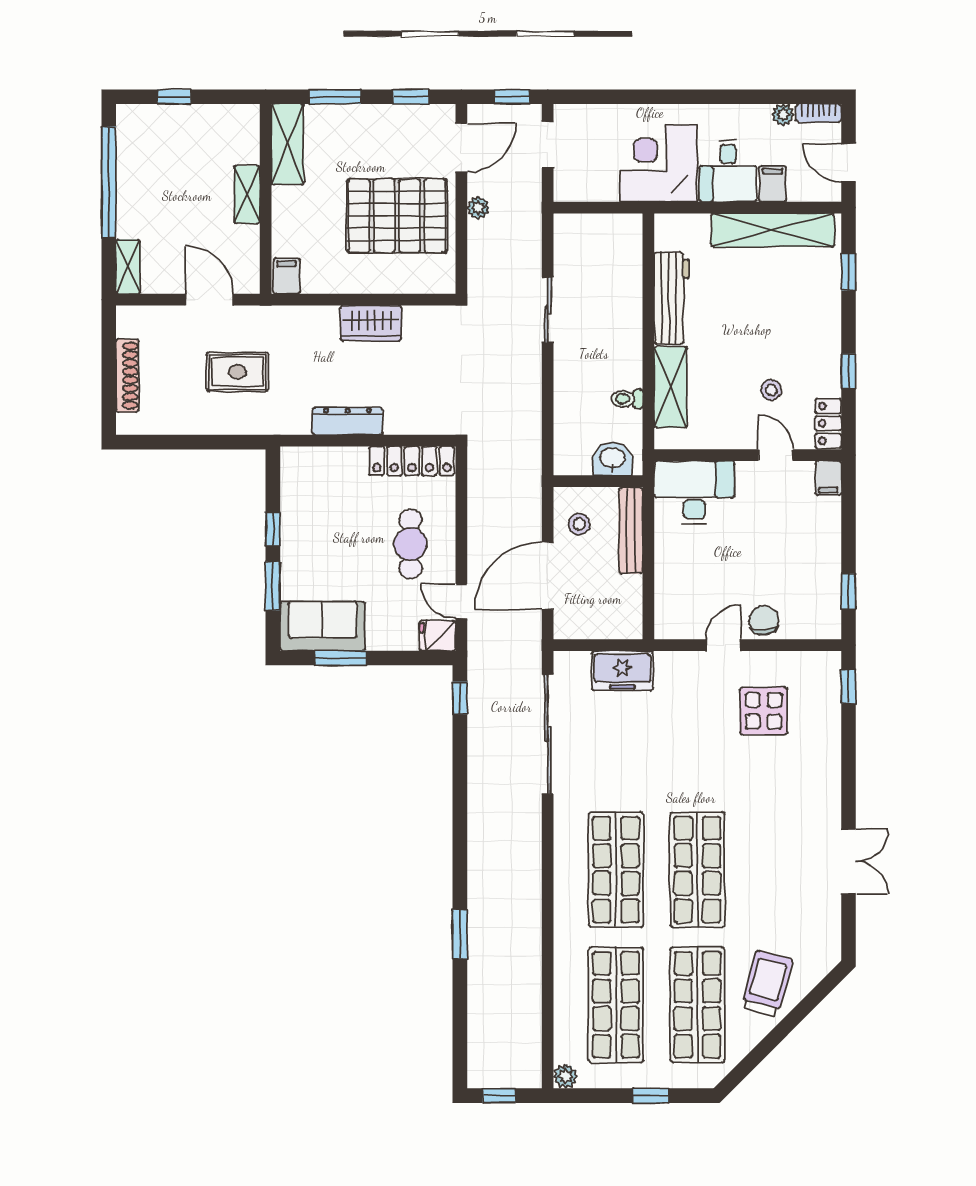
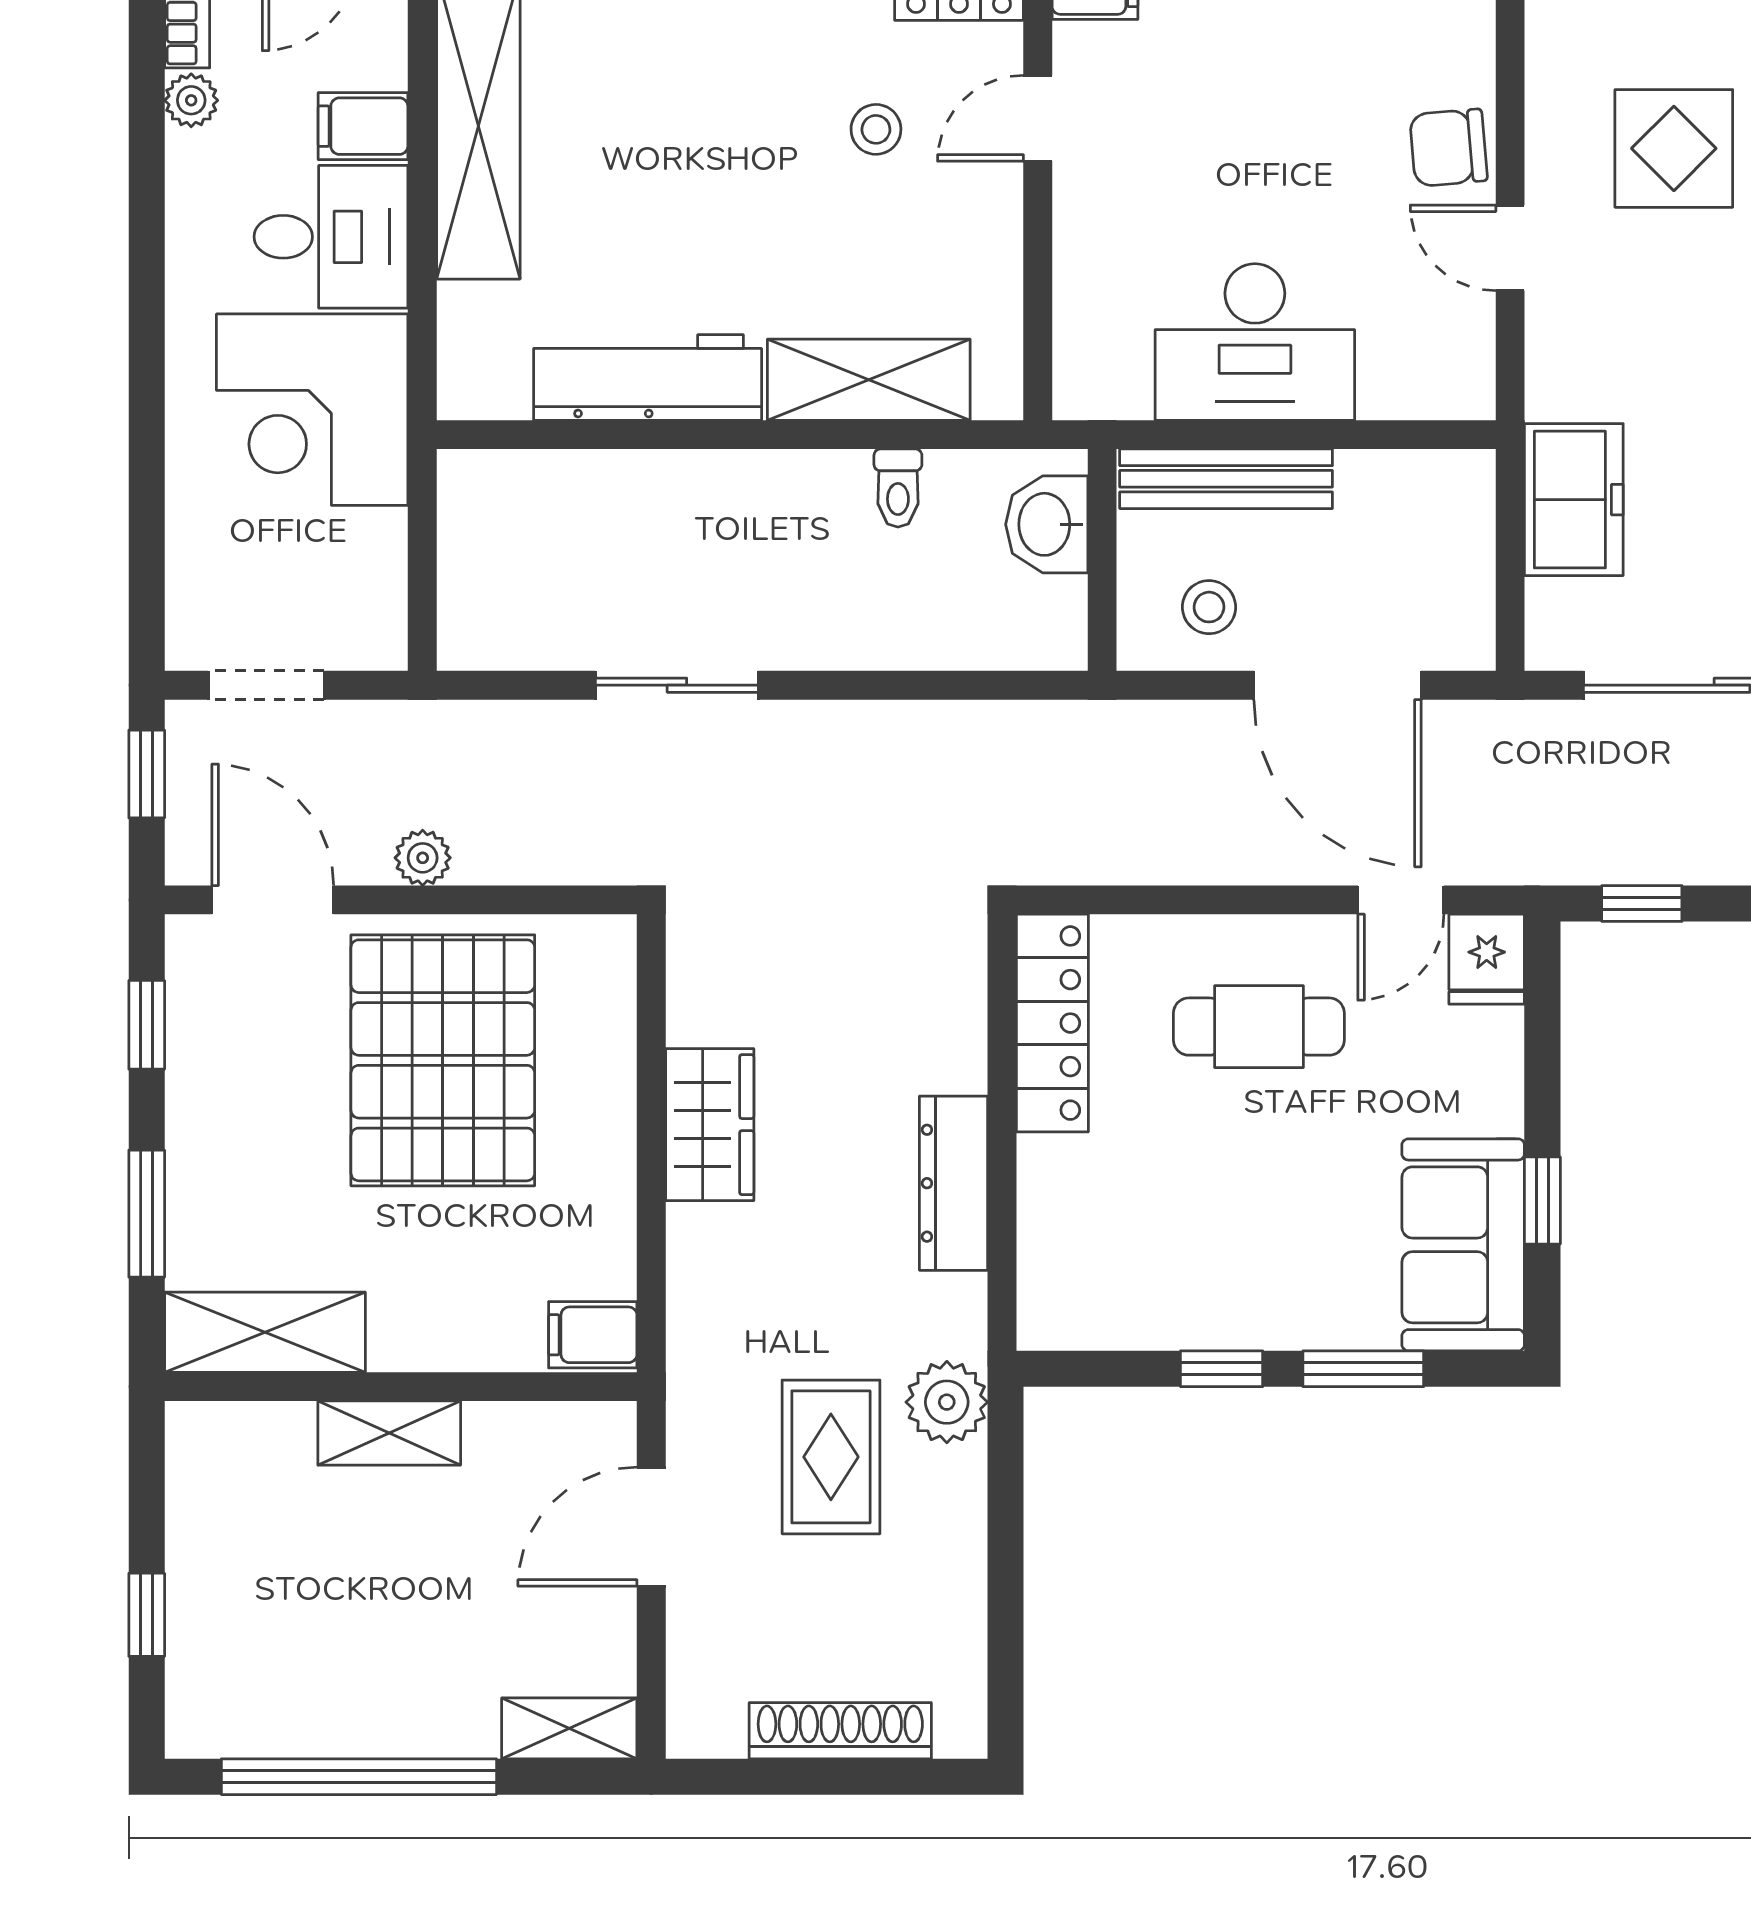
plant: (259, 419) -> (947, 1402), added
desk: (694, 492) -> (1255, 342), moved, turned -90
window: (341, 658) -> (1542, 1200), width x0.67

